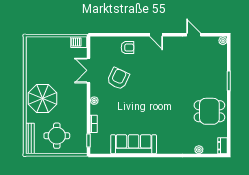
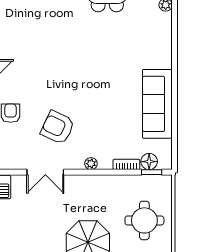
floor lamp: (96, 139) -> (149, 162), added

